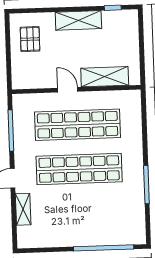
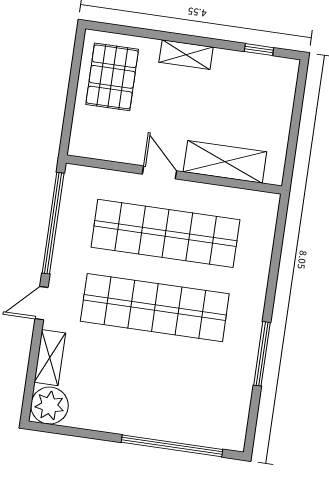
shelving: (78, 20) -> (186, 55), width x0.67, depth x0.75
pallet: (30, 39) -> (112, 77), width x1.50, depth x1.42
window: (11, 131) -> (53, 223), width x1.46
plant: (28, 237) -> (49, 406), added

